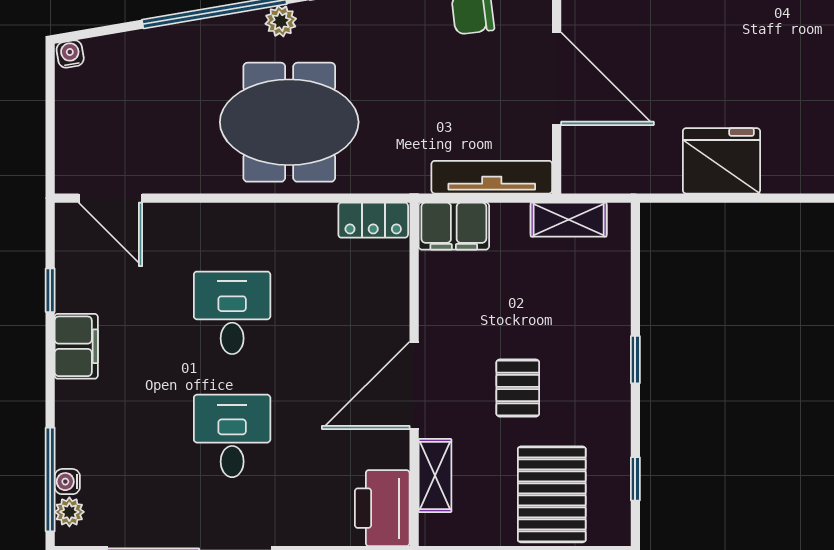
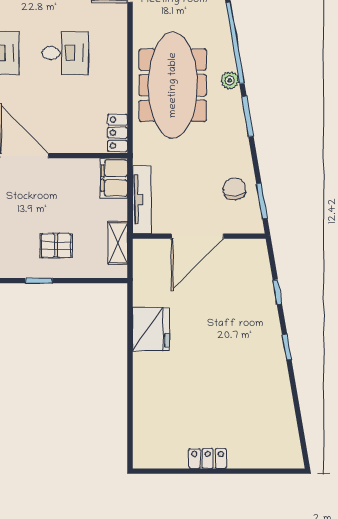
meeting table: (289, 122) -> (173, 85), width x1.36
pallet: (518, 388) -> (56, 246), moved

